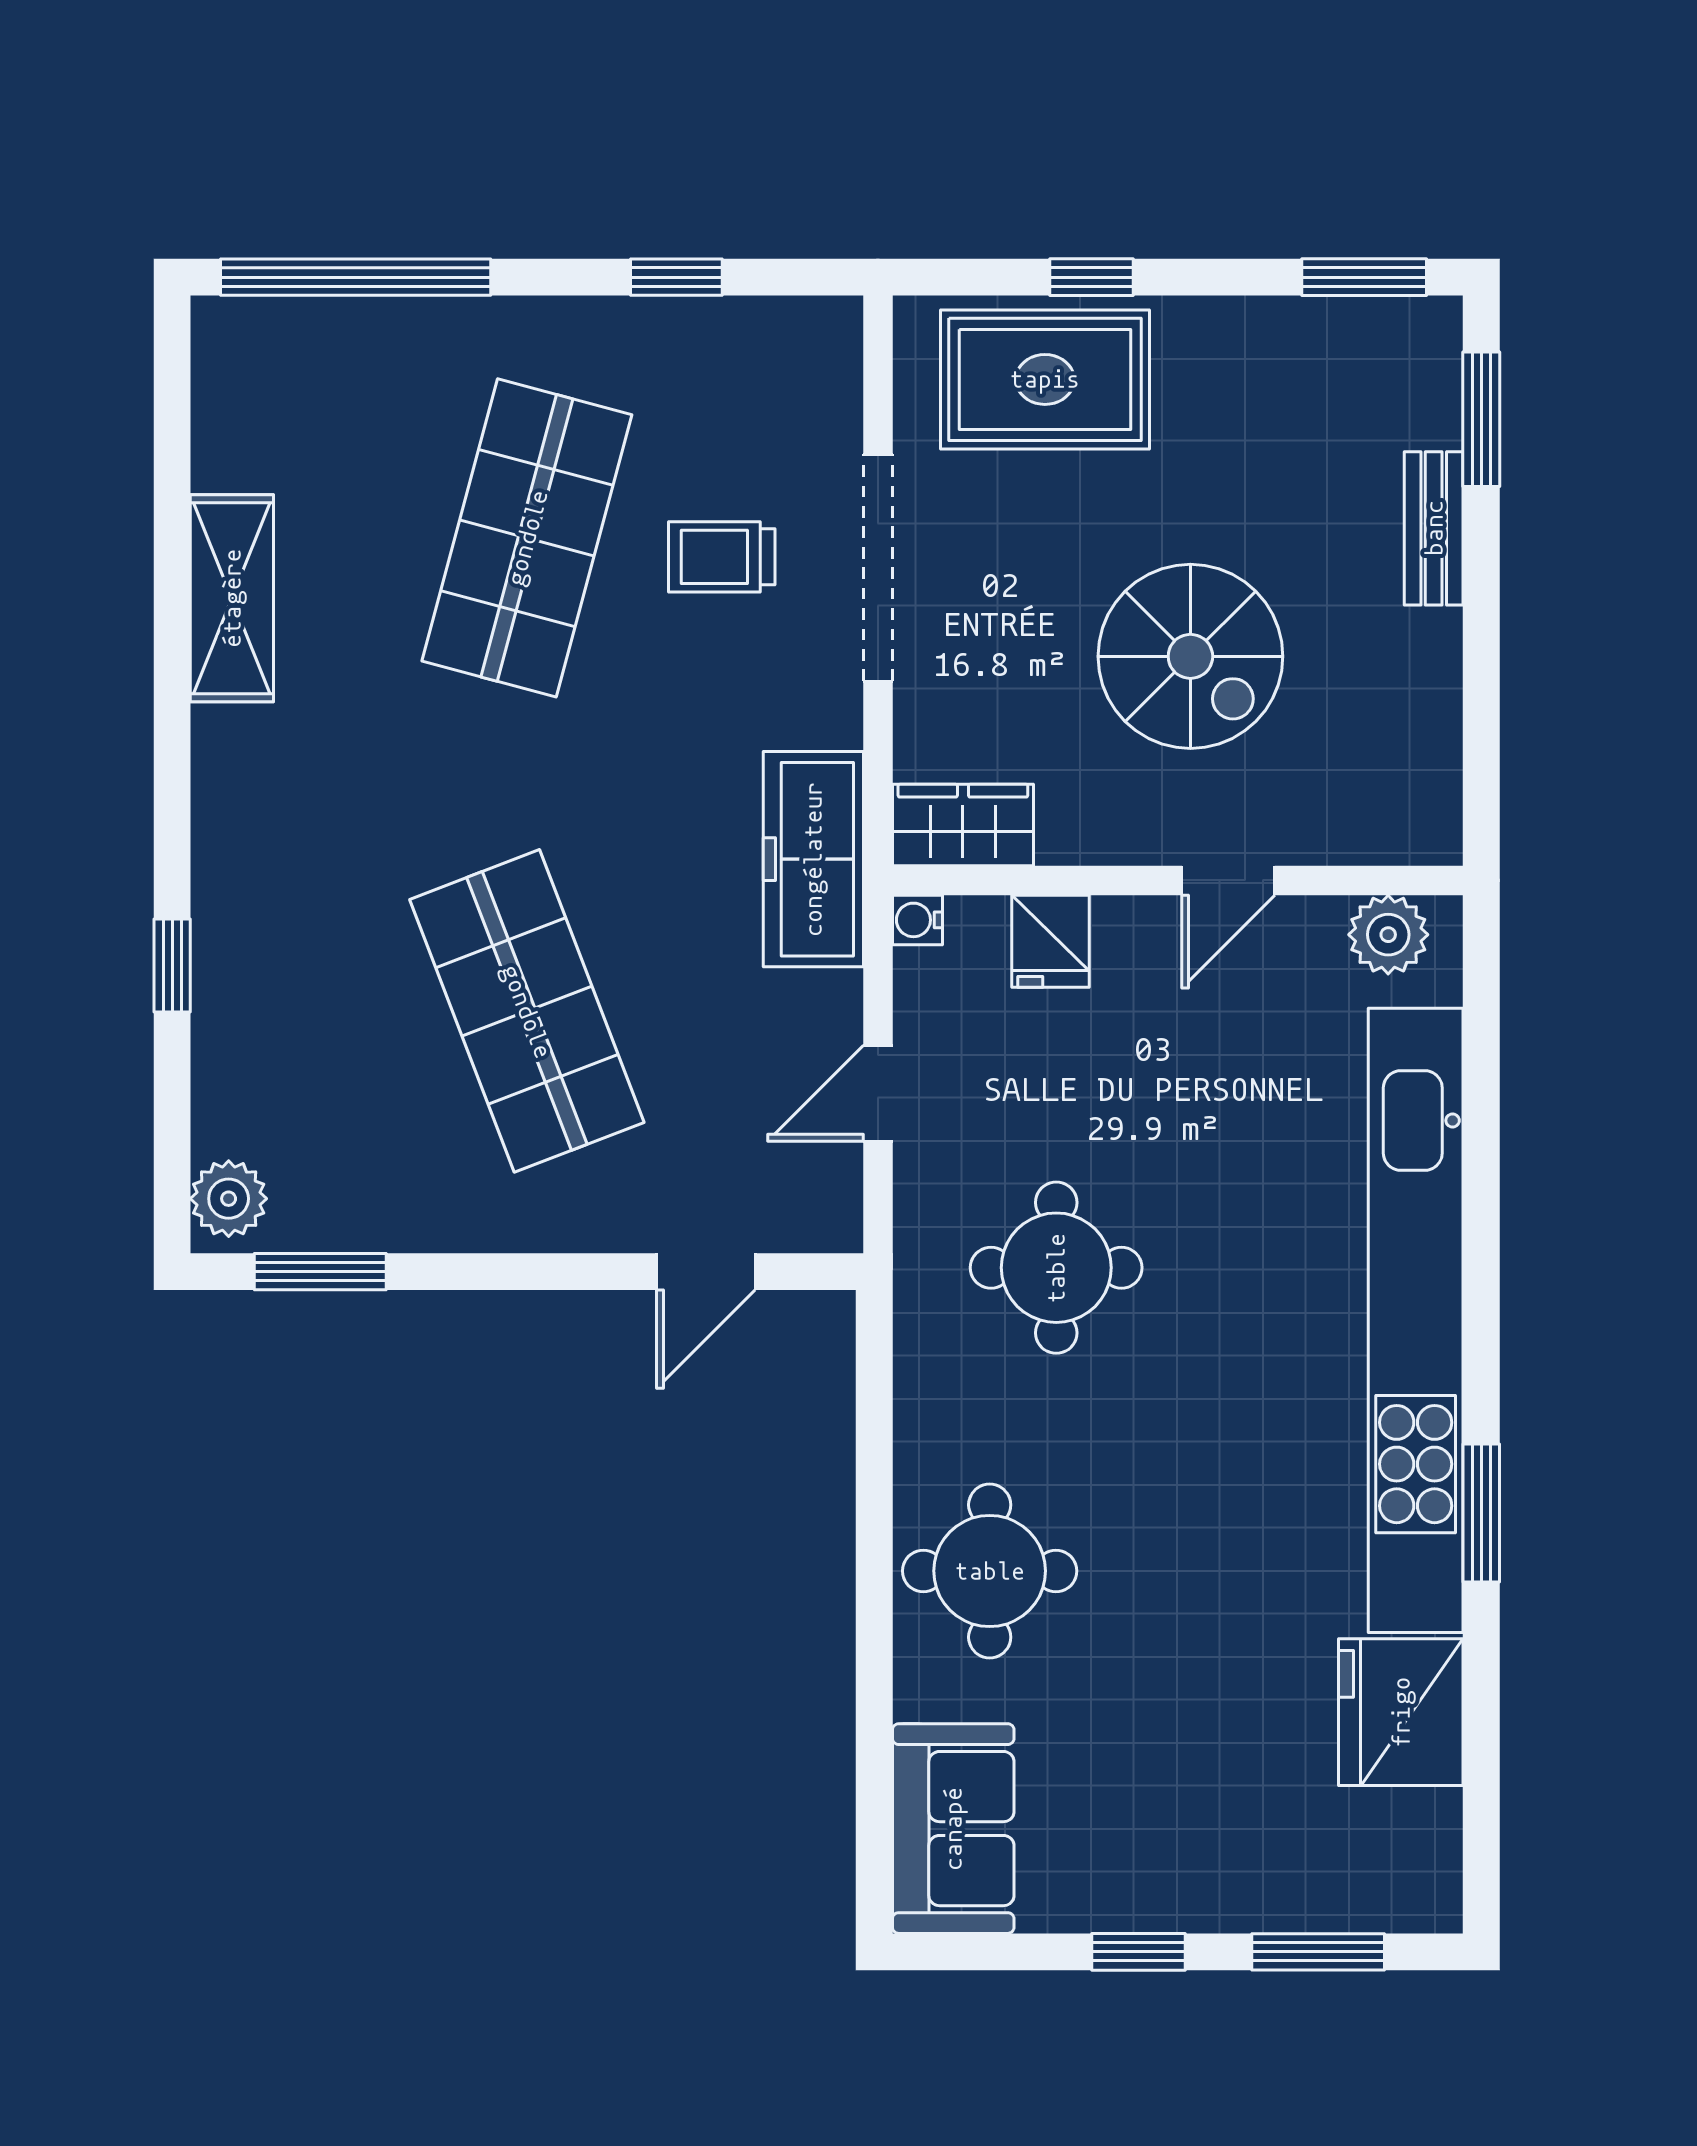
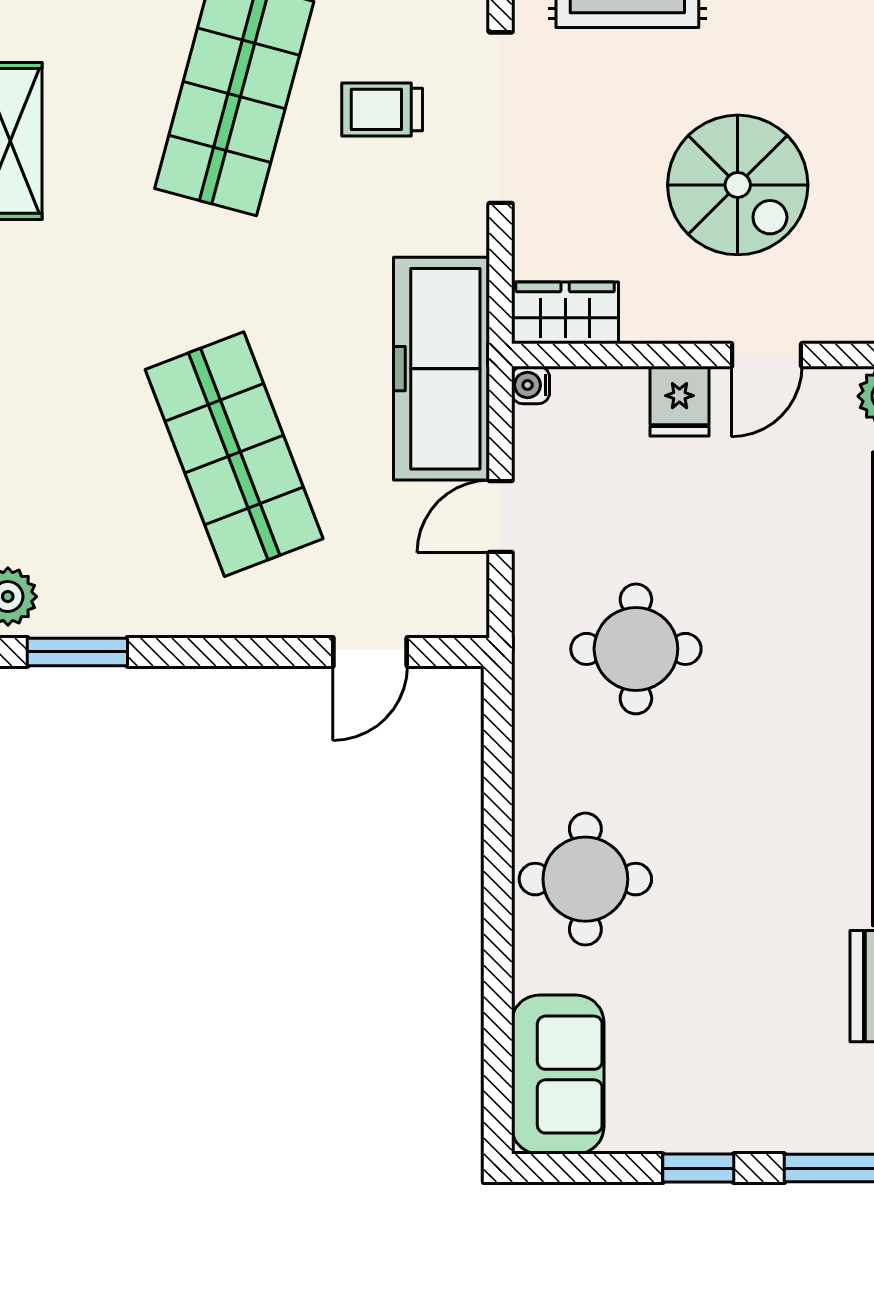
freezer: (813, 859) -> (442, 369), width x1.36, depth x1.26
fridge: (1050, 941) -> (679, 401), moved

